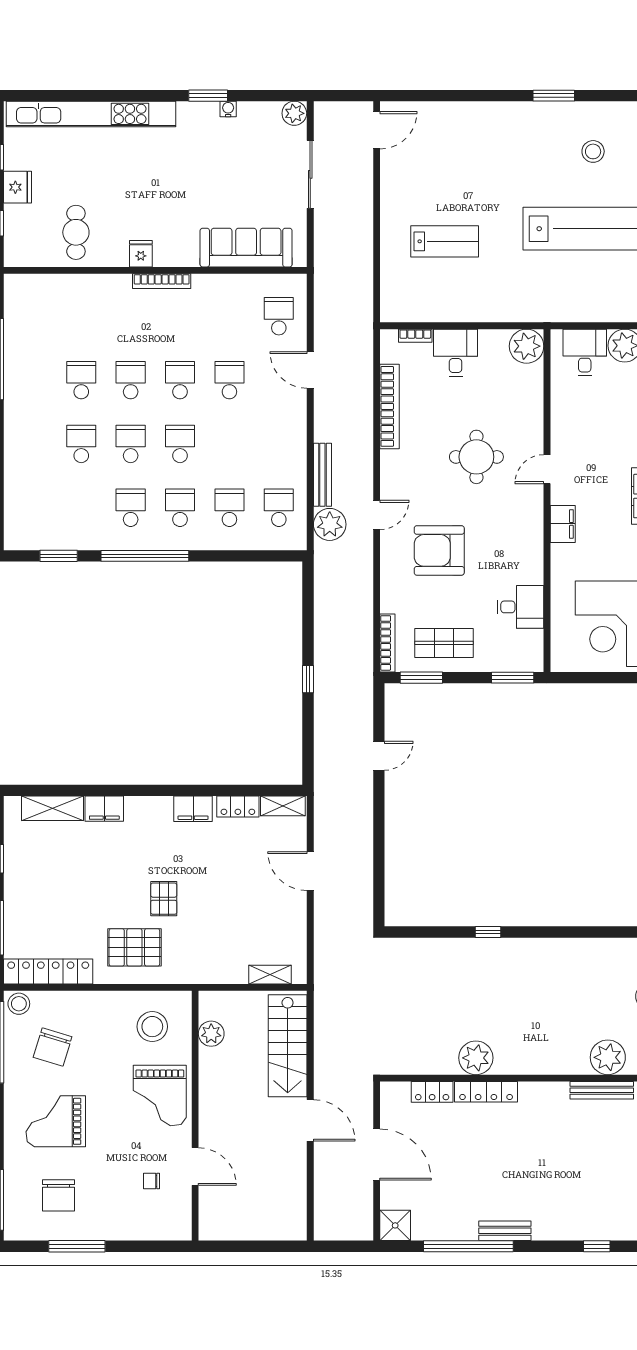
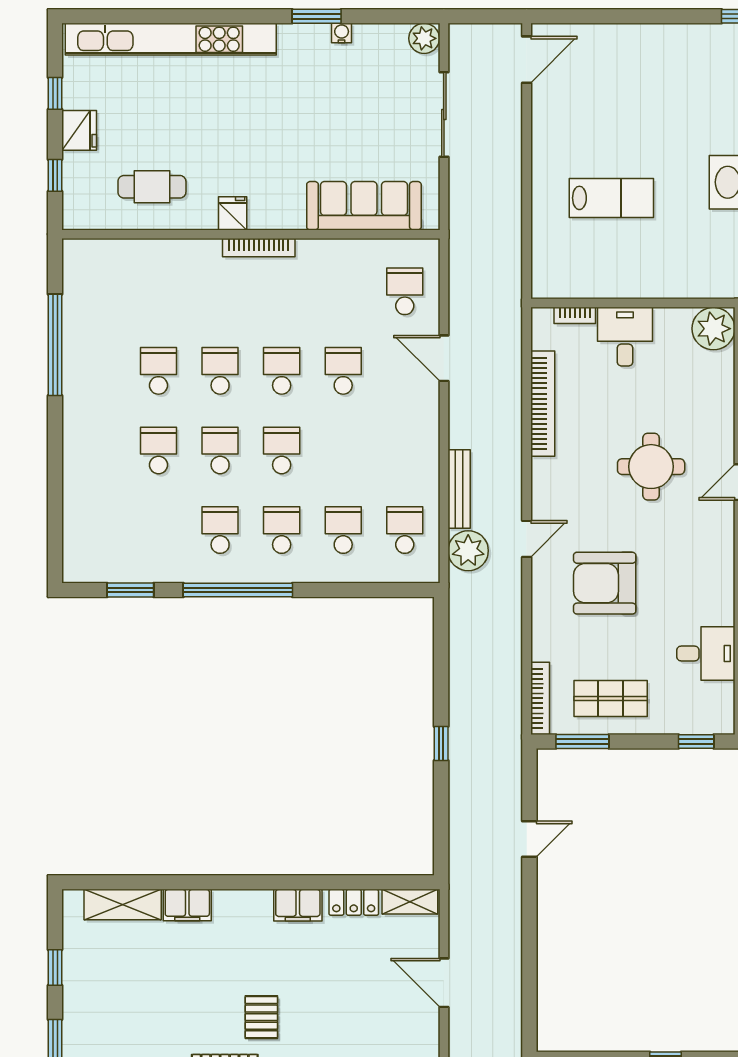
cafe table: (76, 232) -> (152, 187), turned 90
window: (513, 678) -> (696, 742), width x0.67

